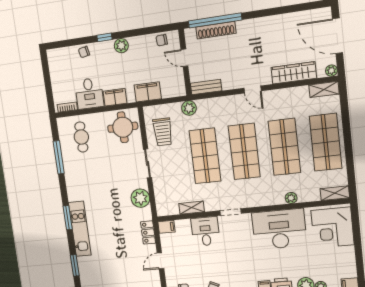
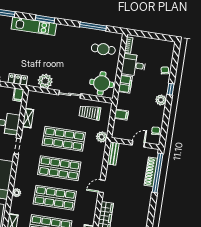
filing cabinet: (148, 92) -> (121, 115), width x0.50

